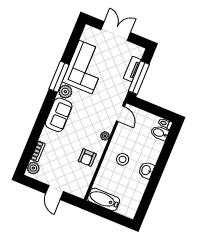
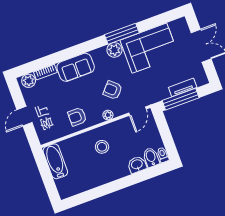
sofa: (59, 115) -> (76, 67), moved
armchair: (91, 118) -> (113, 90), added
washbasin: (146, 170) -> (137, 165), moved

